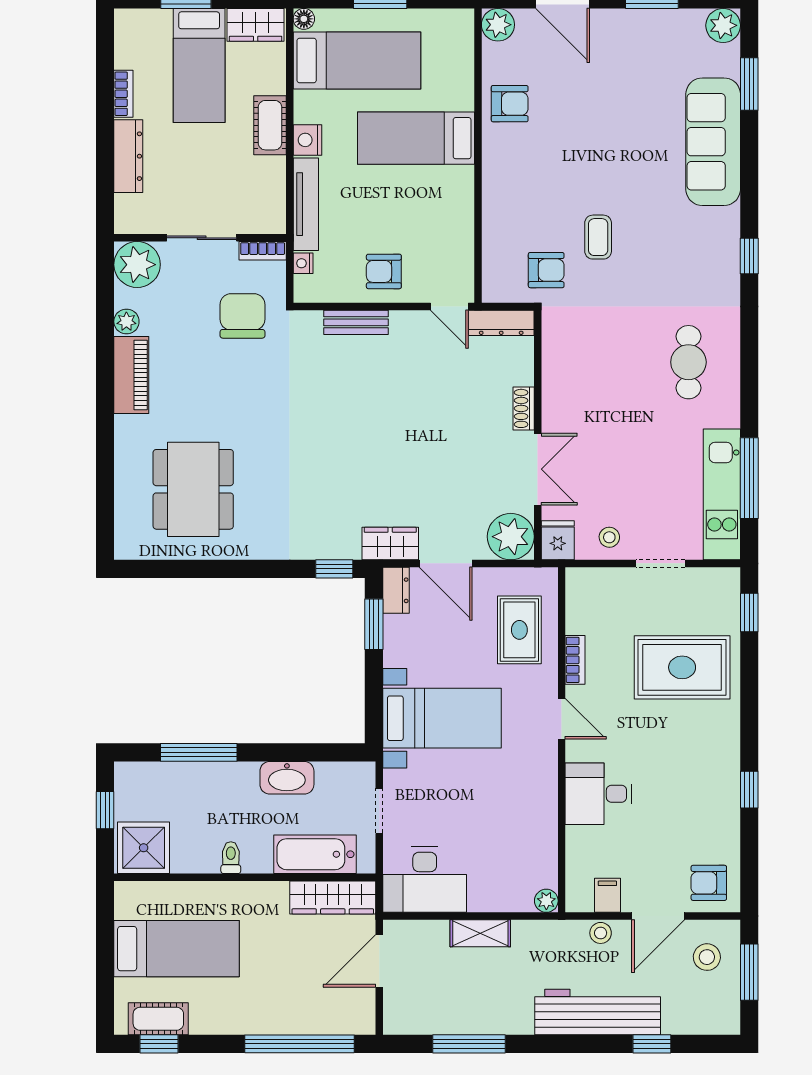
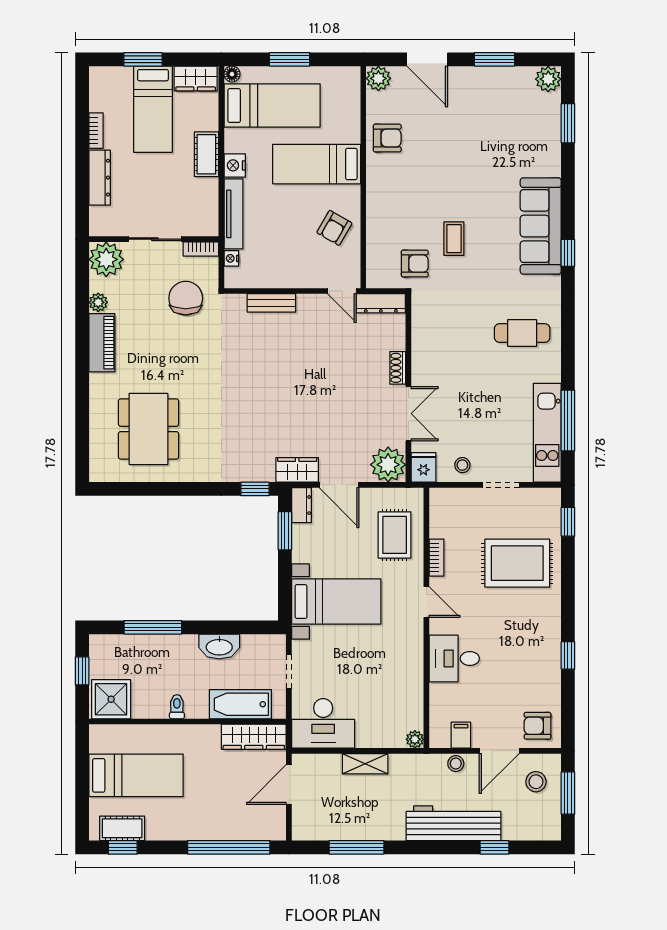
sofa: (713, 142) -> (541, 226), moved
armchair: (384, 271) -> (334, 228), moved, turned -60
cafe table: (688, 362) -> (522, 333), turned 90

